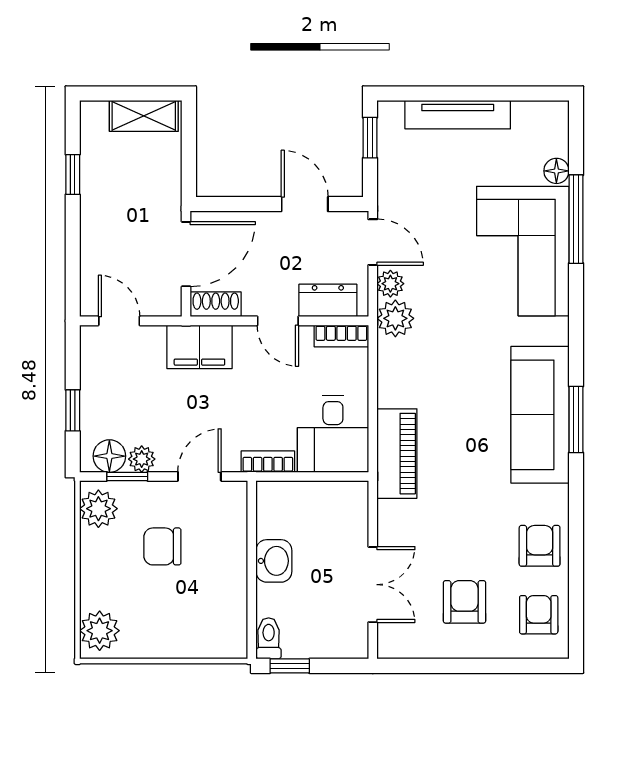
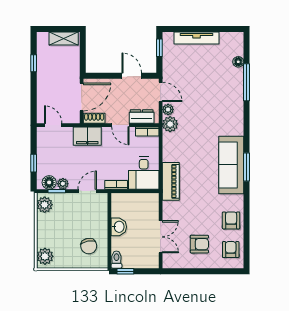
corner sofa: (523, 251) -> (224, 96), removed
chair: (162, 546) -> (89, 246), moved, turned -101
armchair: (464, 602) -> (199, 244), turned 90

